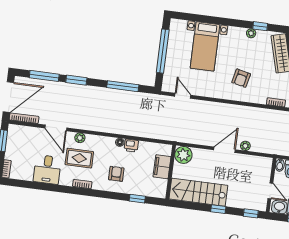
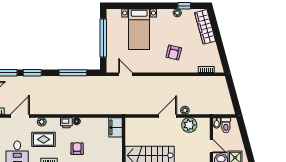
door: (56, 128) -> (20, 116), swing flipped
printer: (131, 146) -> (66, 123), moved
plant: (183, 155) -> (189, 125), moved
filing cabinet: (162, 167) -> (116, 127), moved

